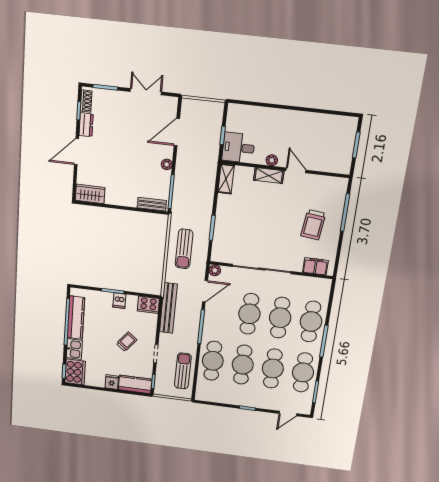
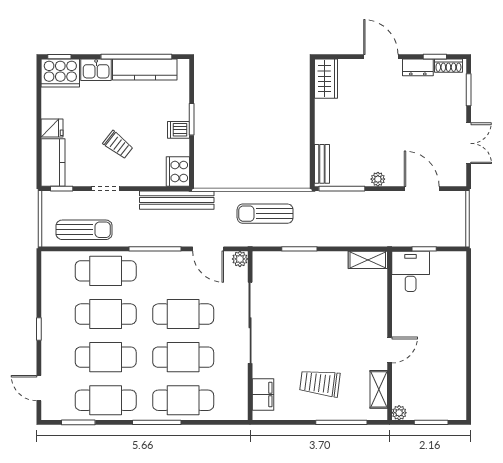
plant: (272, 160) -> (399, 413), moved
shelving: (269, 176) -> (379, 389), moved

